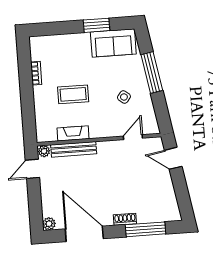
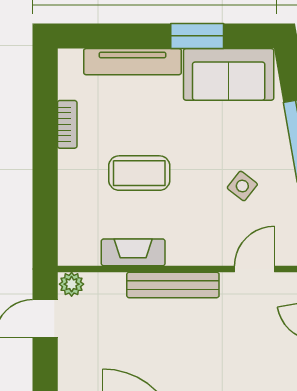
tv unit: (66, 40) -> (133, 62), added
bench: (74, 149) -> (173, 285), moved

